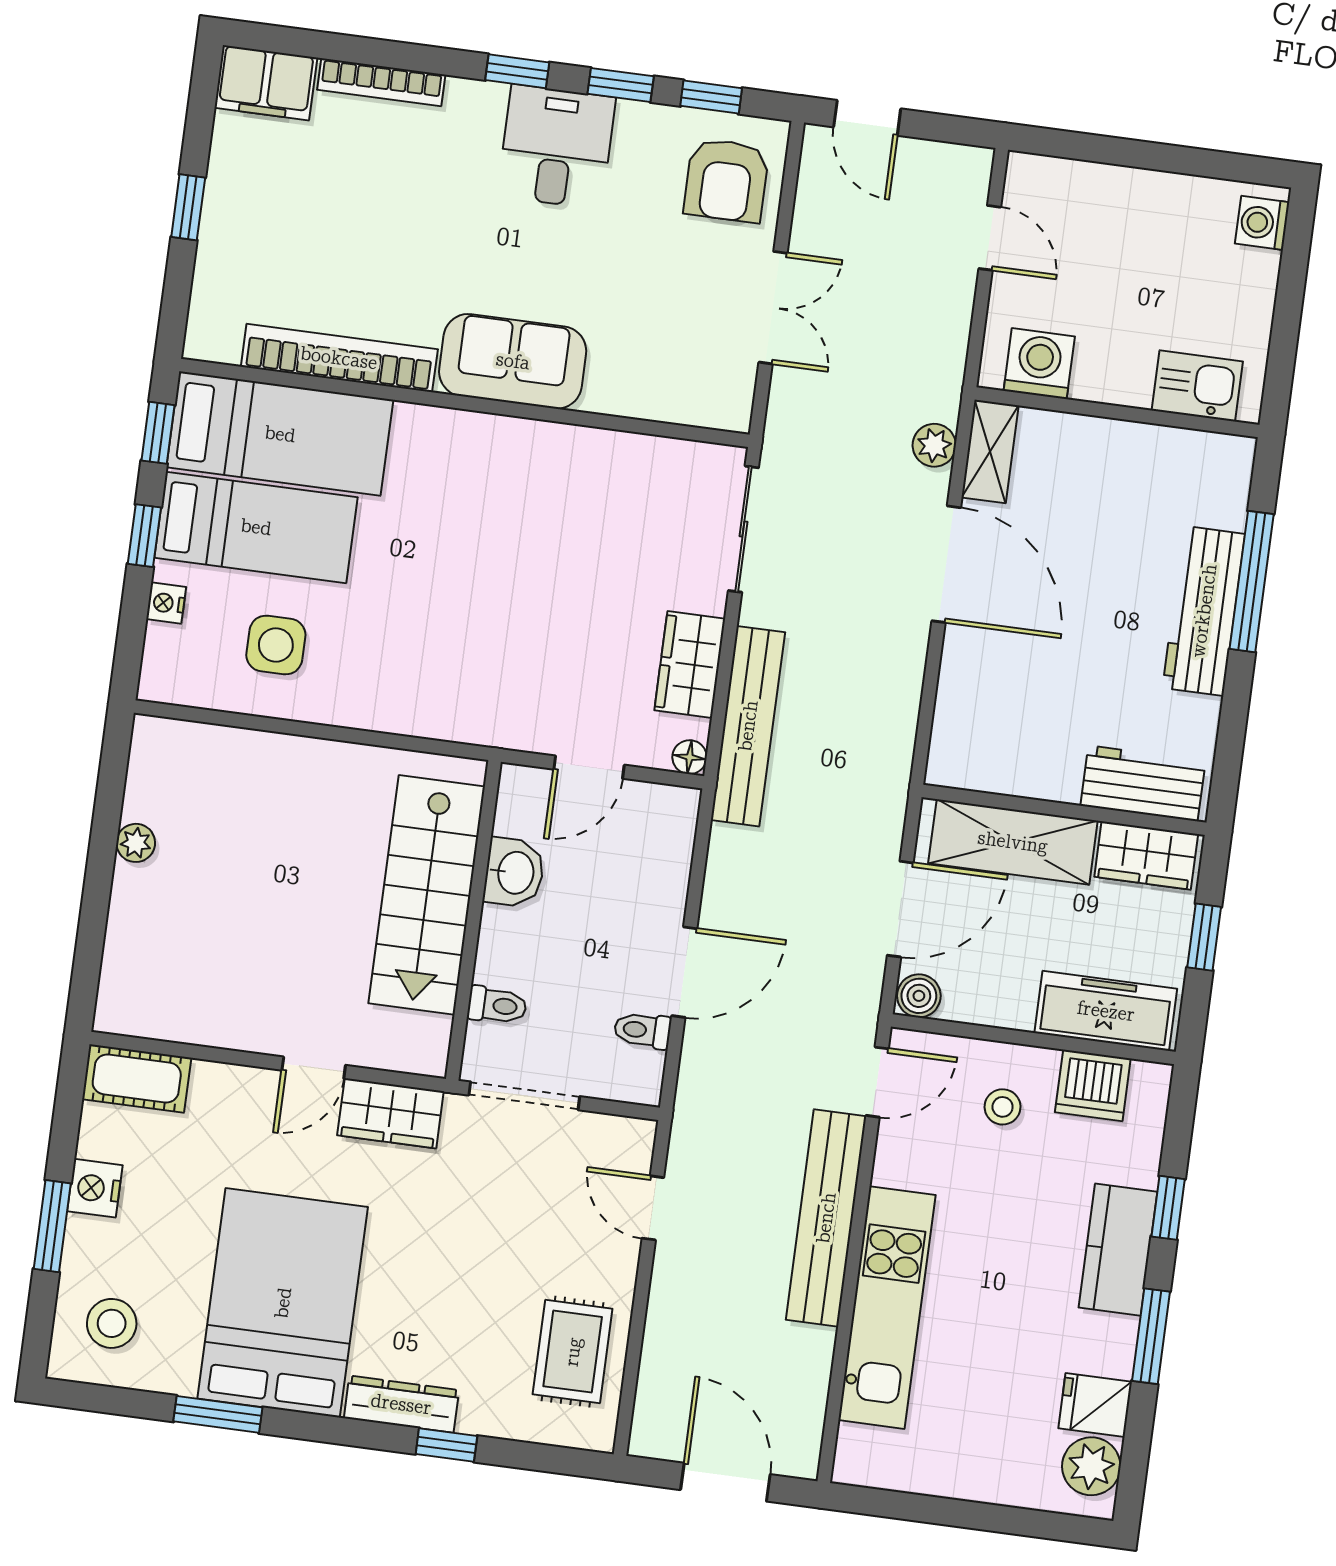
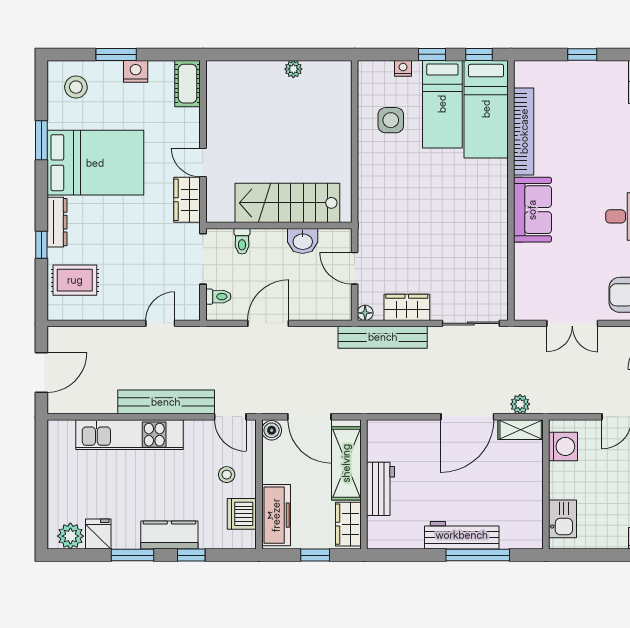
workbench: (1143, 783) -> (381, 489), moved
door: (684, 972) -> (268, 323), swing flipped
toilet: (643, 1030) -> (218, 297), moved, turned 90
rug: (573, 1352) -> (75, 280), moved

